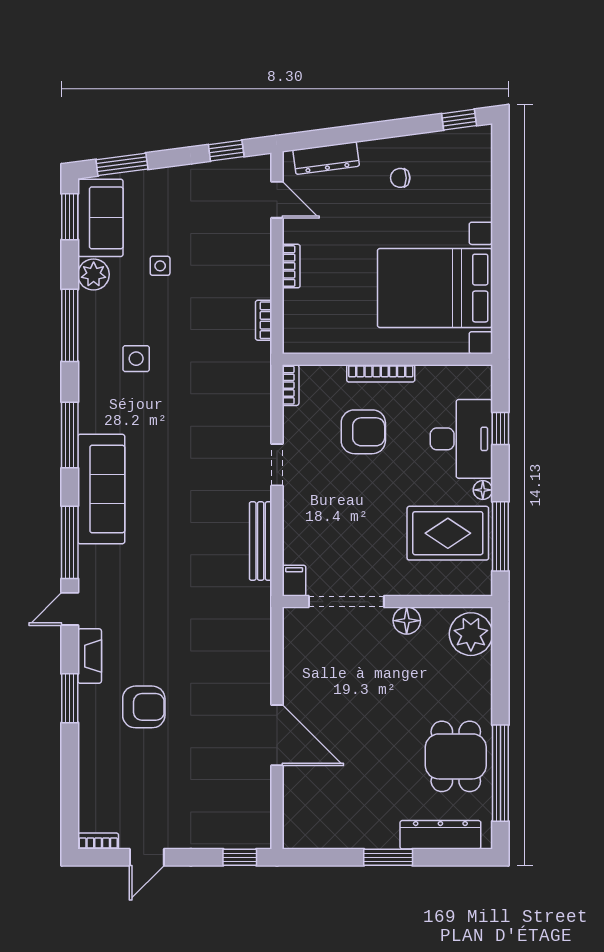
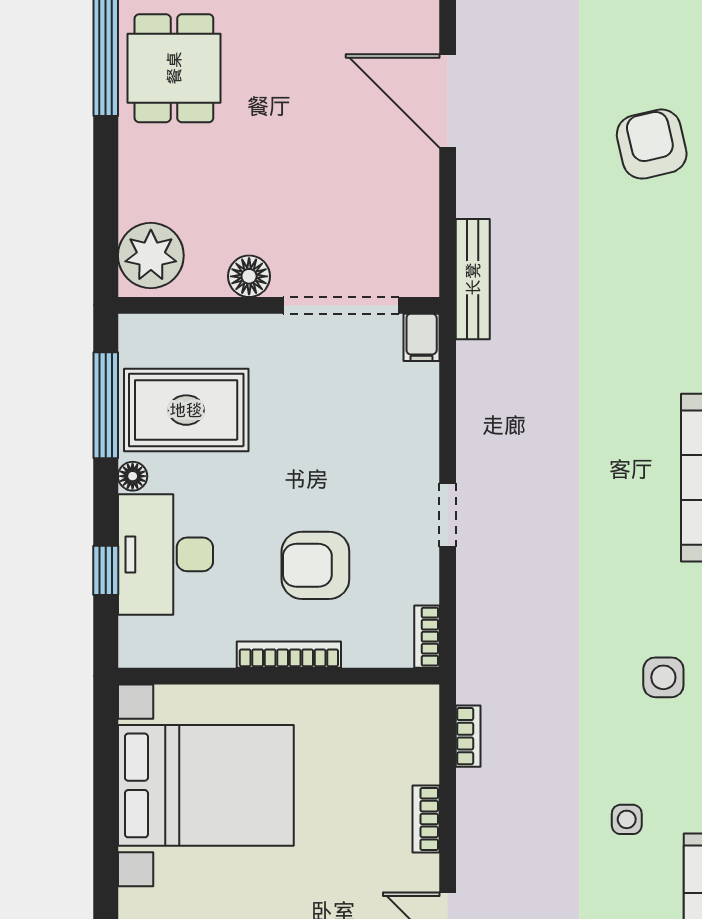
bench: (261, 541) -> (473, 279), moved
armchair: (144, 707) -> (652, 144), turned 77

